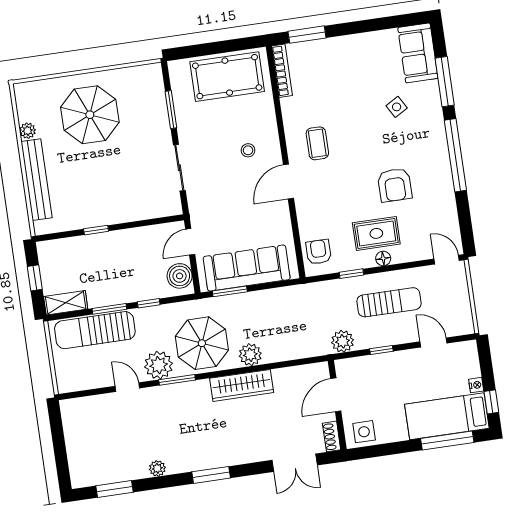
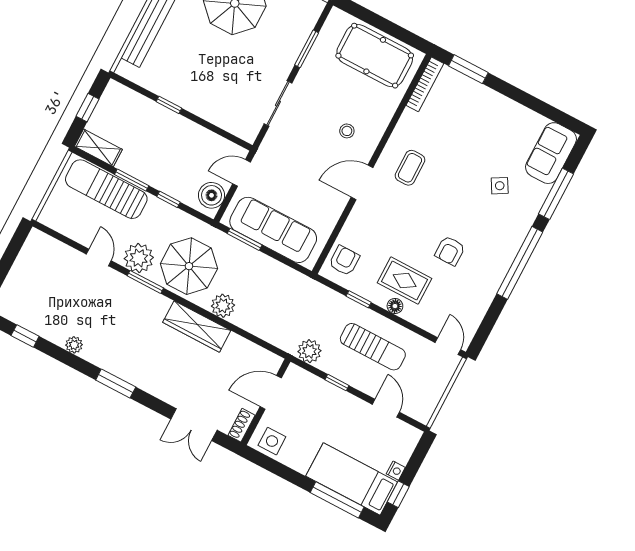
armchair: (395, 185) -> (450, 251), width x0.72, depth x0.72
window: (115, 489) -> (25, 336), width x0.67

